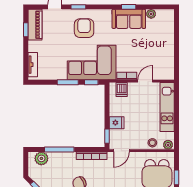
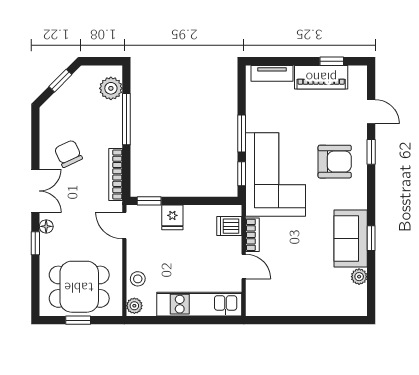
piano: (35, 25) -> (321, 77), moved

